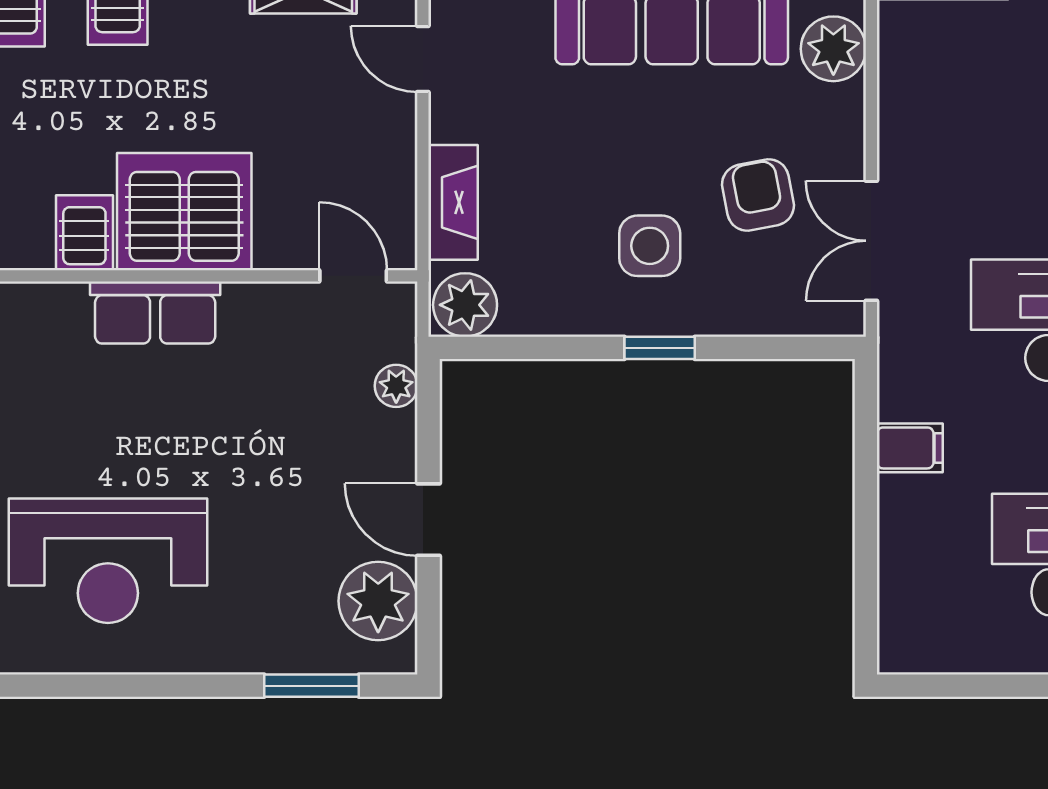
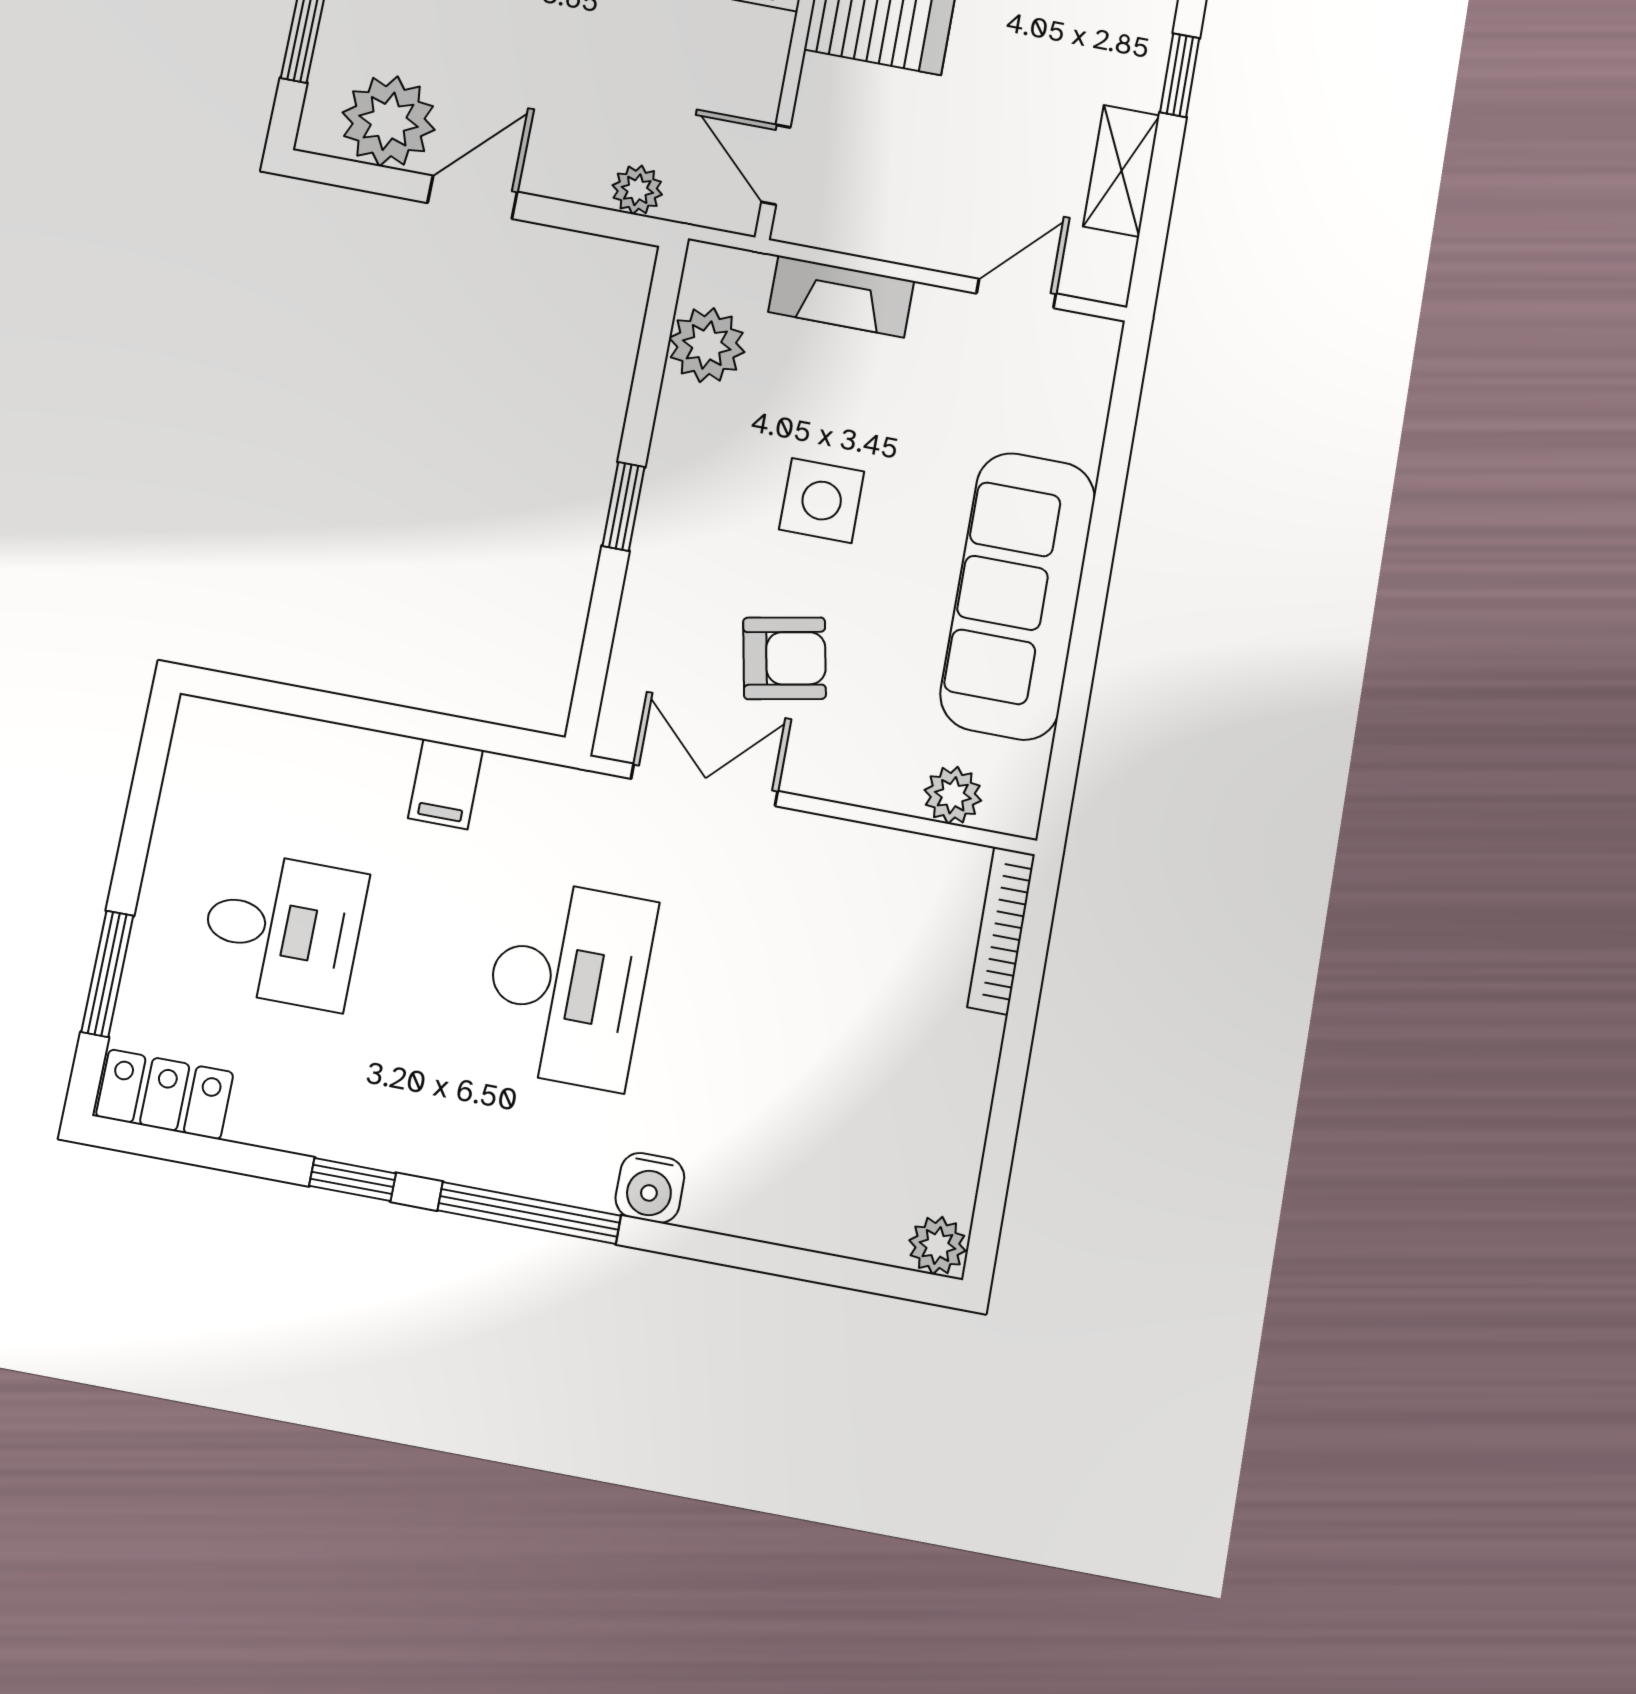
plant: (833, 49) -> (953, 795), width x0.73, depth x0.73
side table: (650, 246) -> (822, 501), moved
door: (353, 276) -> (776, 165), swing flipped
plant: (465, 305) -> (707, 345), moved

